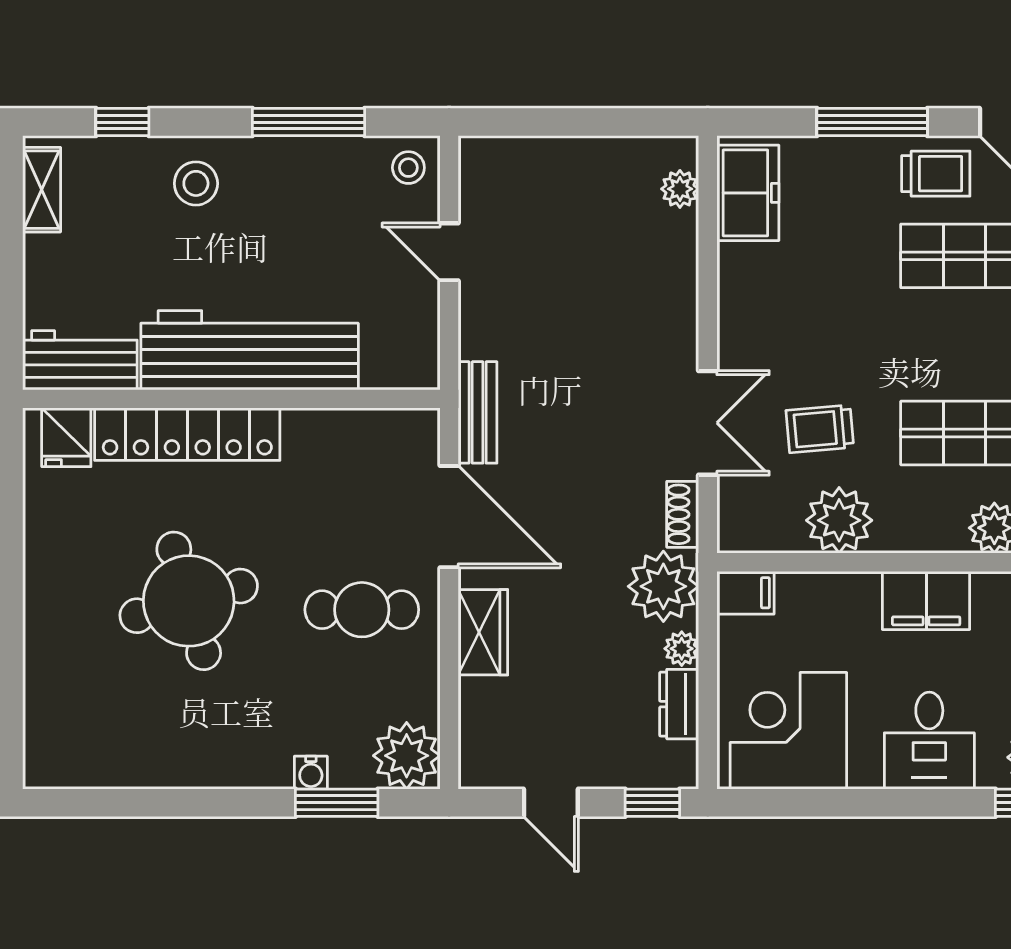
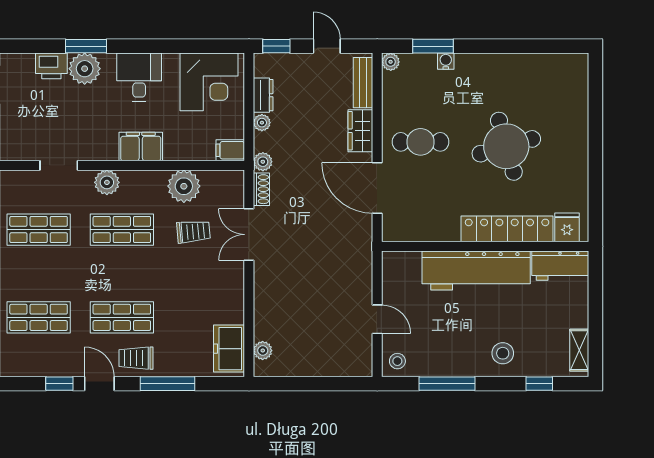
bench: (478, 412) -> (363, 83), moved
plant: (663, 586) -> (263, 162), width x0.53, depth x0.53
plant: (407, 756) -> (391, 62), width x0.53, depth x0.53

